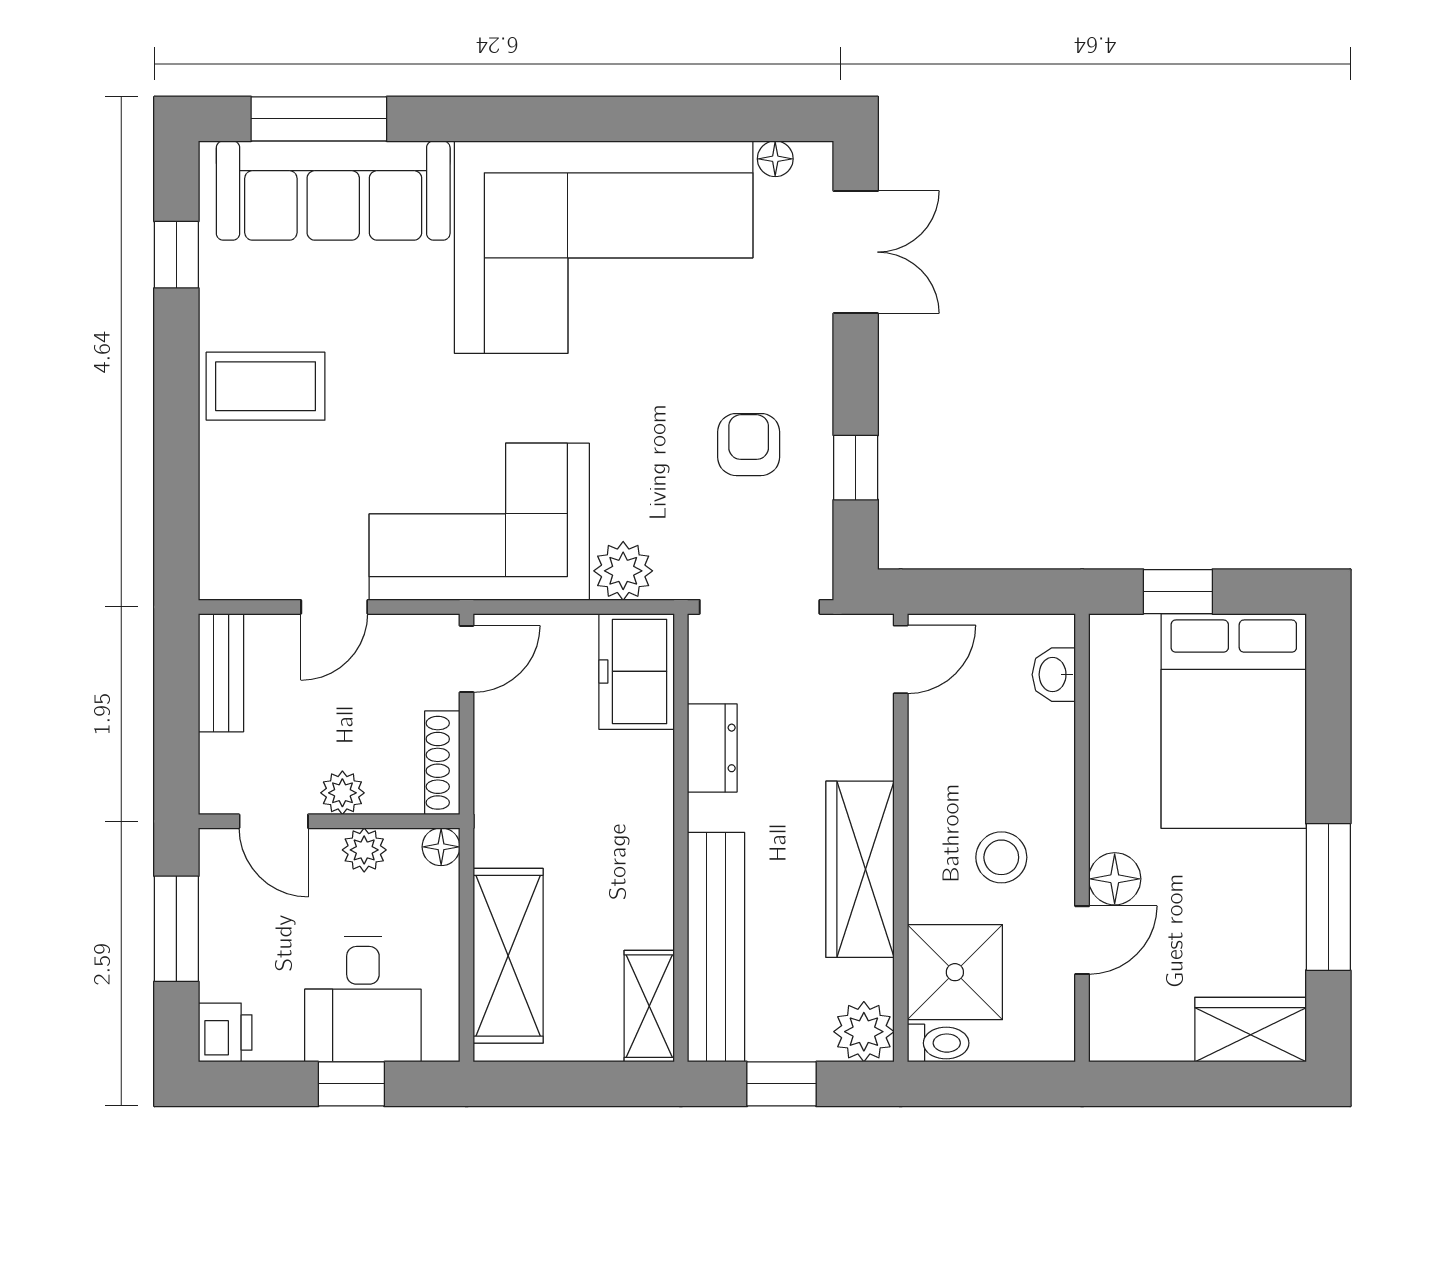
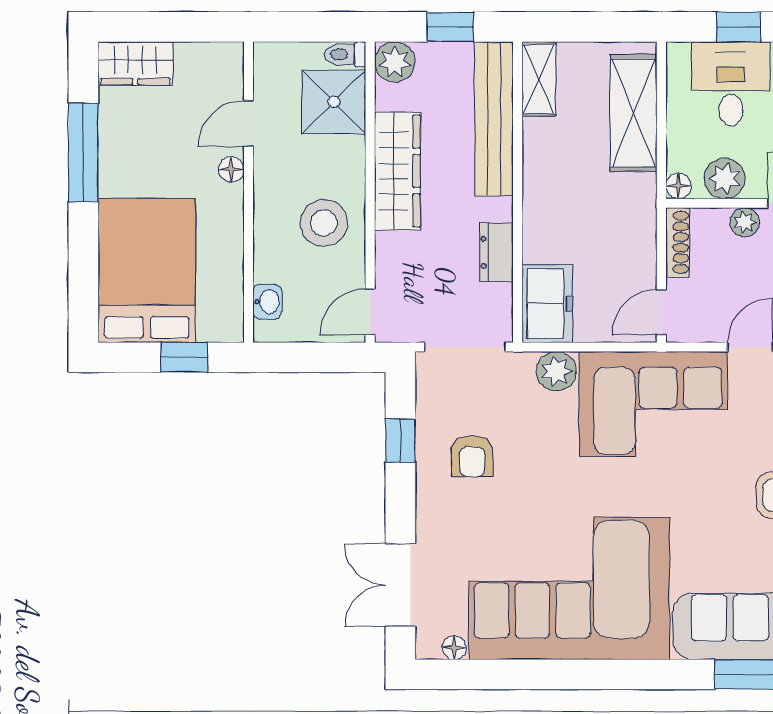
plant: (364, 850) -> (725, 178), width x1.38, depth x1.38
stool: (1001, 857) -> (324, 223), moved, width x1.38, depth x1.38
floor lamp: (1115, 879) -> (231, 169), width x0.73, depth x0.73

